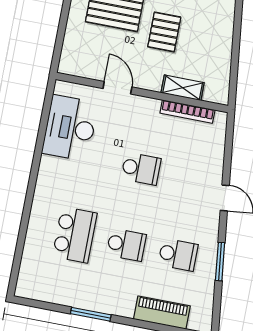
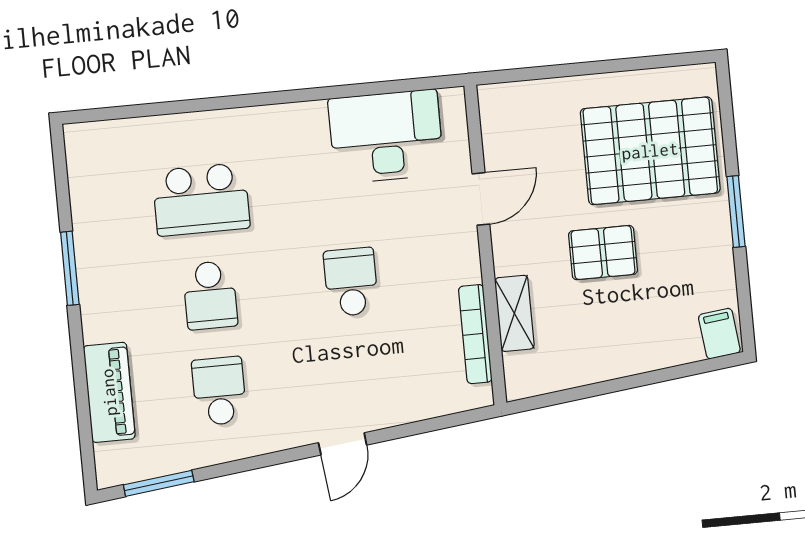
school desk: (141, 169) -> (351, 282), turned 180
school desk: (178, 255) -> (219, 391), turned 180
window: (220, 262) -> (159, 483), moved

